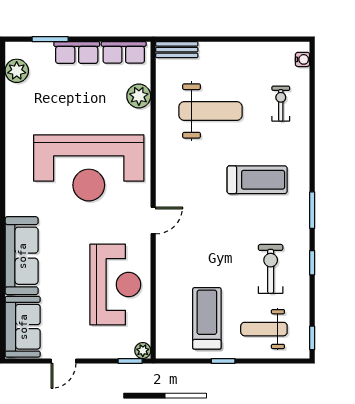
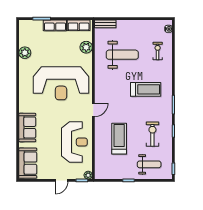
plant: (17, 71) -> (25, 53), moved
sofa: (22, 256) -> (27, 127), width x0.73
treadmill: (207, 318) -> (119, 139), moved
weight bench: (264, 329) -> (149, 164), turned 180
door: (64, 361) -> (62, 180), moved

